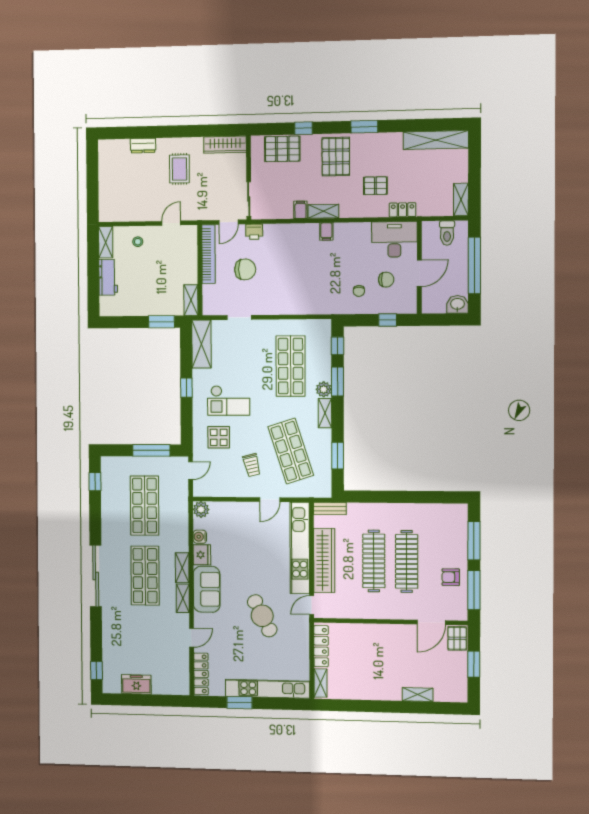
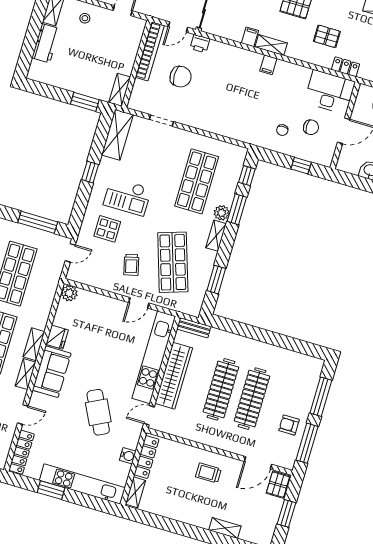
water cooler: (200, 537) -> (128, 456), moved, turned 180
trolley: (386, 645) -> (208, 473), added

